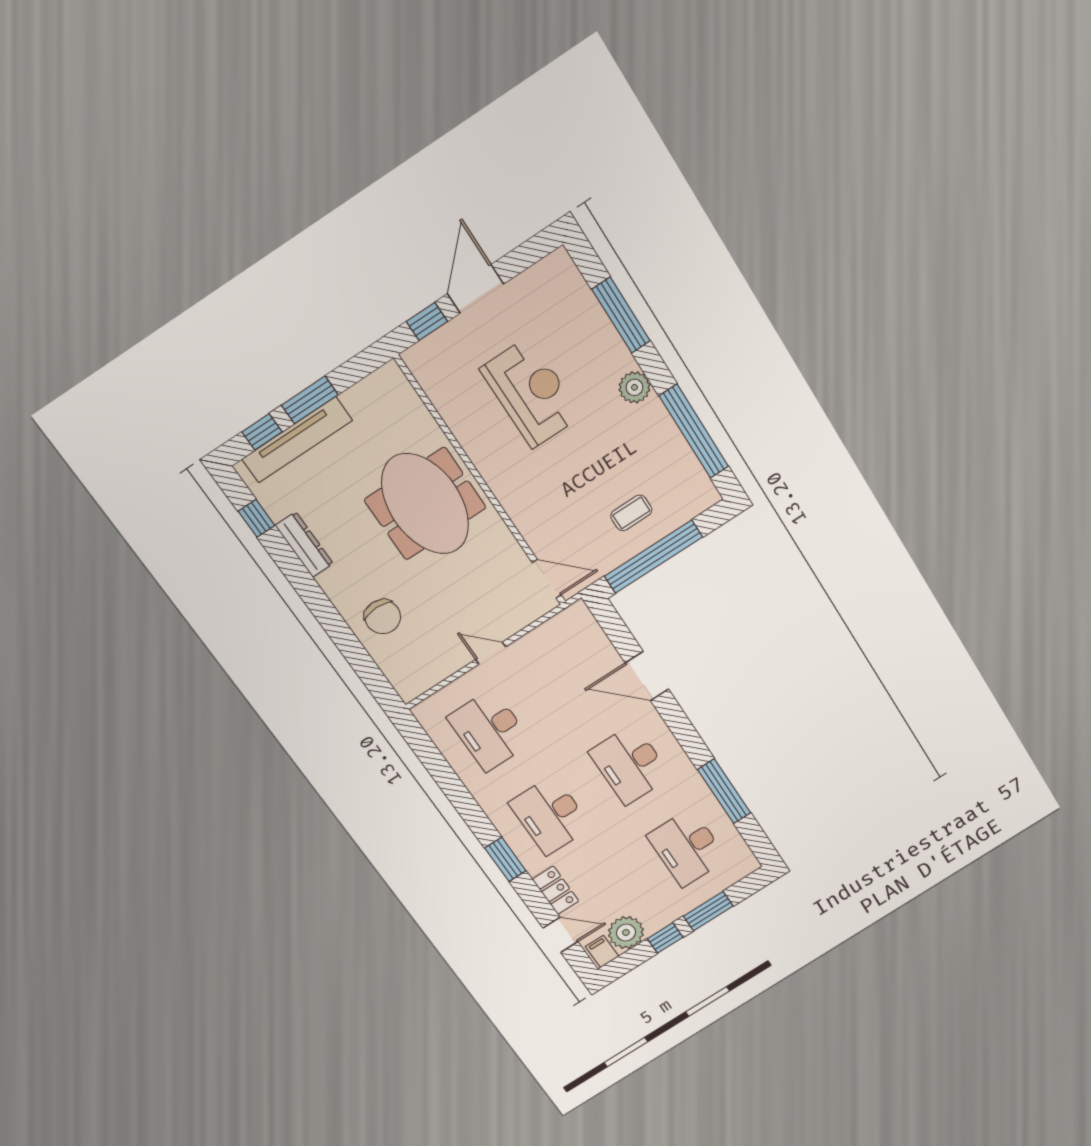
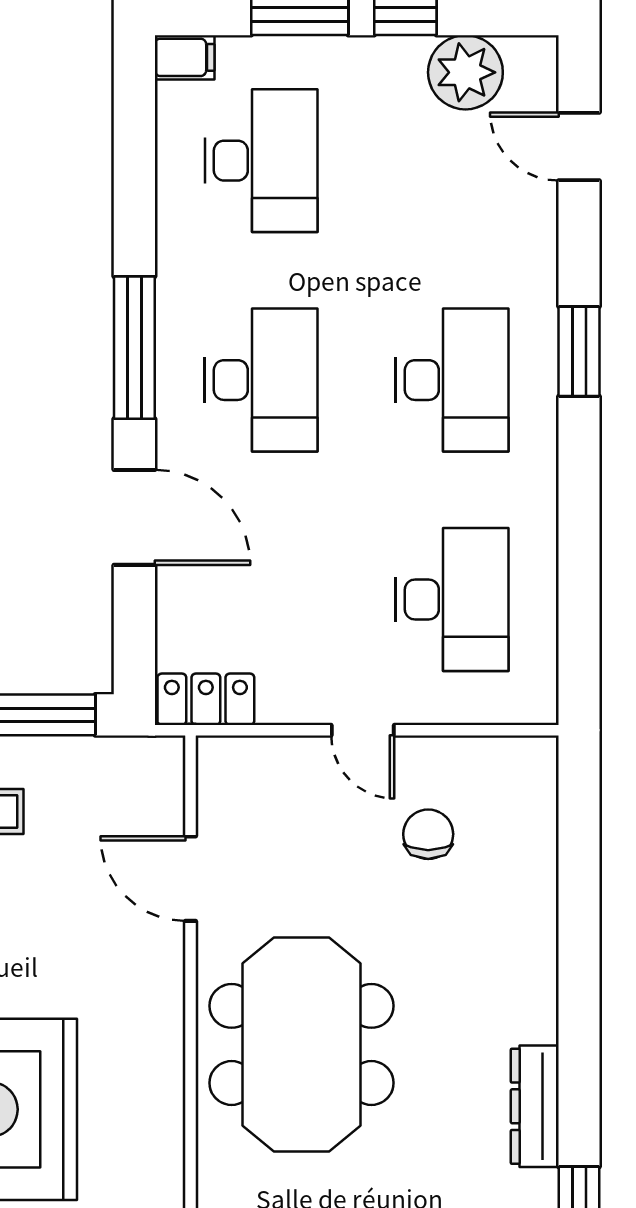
door: (547, 579) -> (191, 879), moved
chair: (383, 617) -> (428, 834), moved, width x0.73, depth x0.73
window: (724, 791) -> (134, 348), moved
locker: (556, 890) -> (206, 699), moved, turned 90
filing cabinet: (602, 951) -> (185, 57), moved, turned -90

